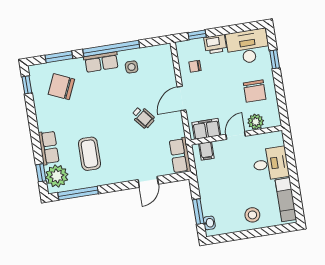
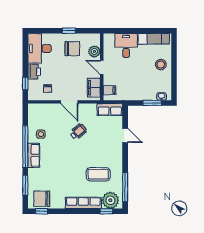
window: (275, 59) -> (69, 31), moved
chair: (61, 87) -> (42, 199), moved, turned 66
row of seats: (49, 148) -> (83, 203), width x1.48

